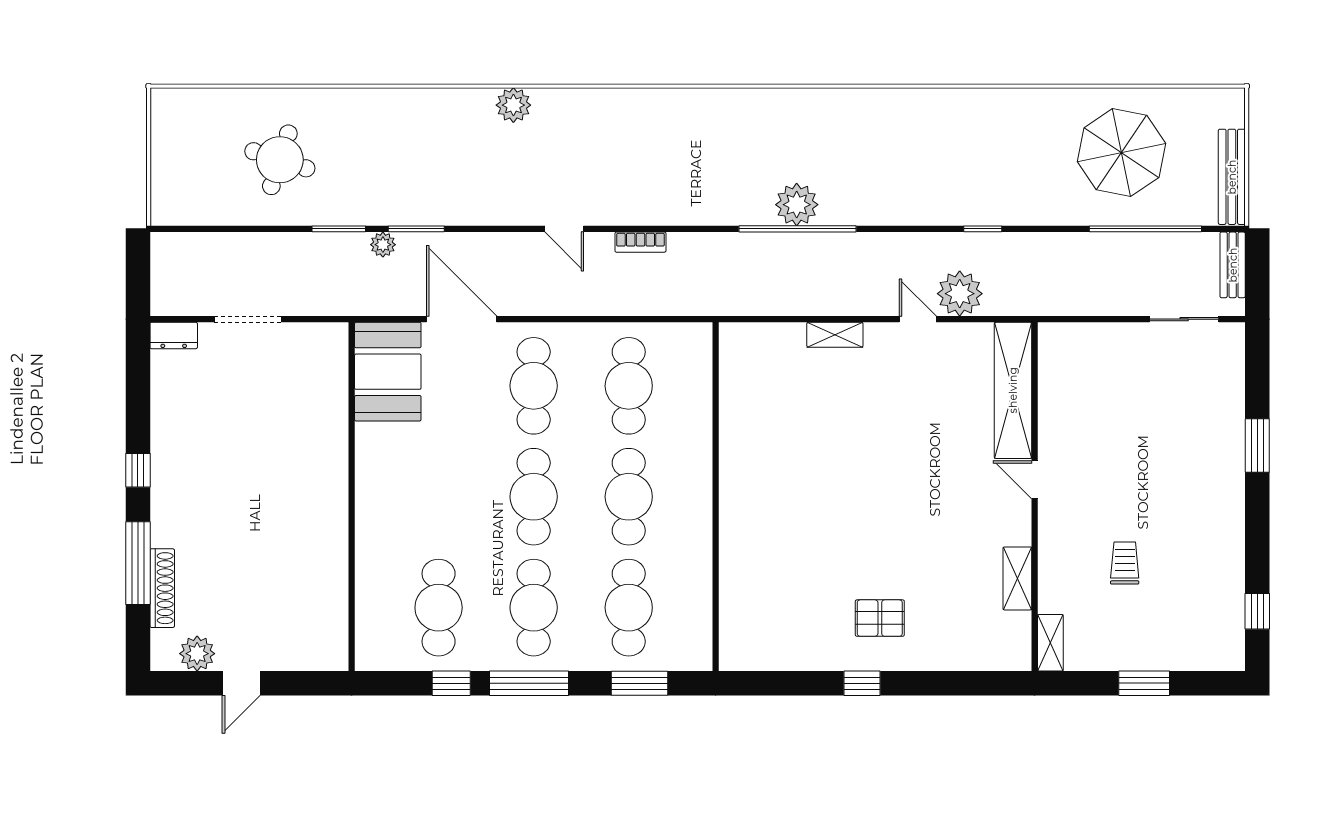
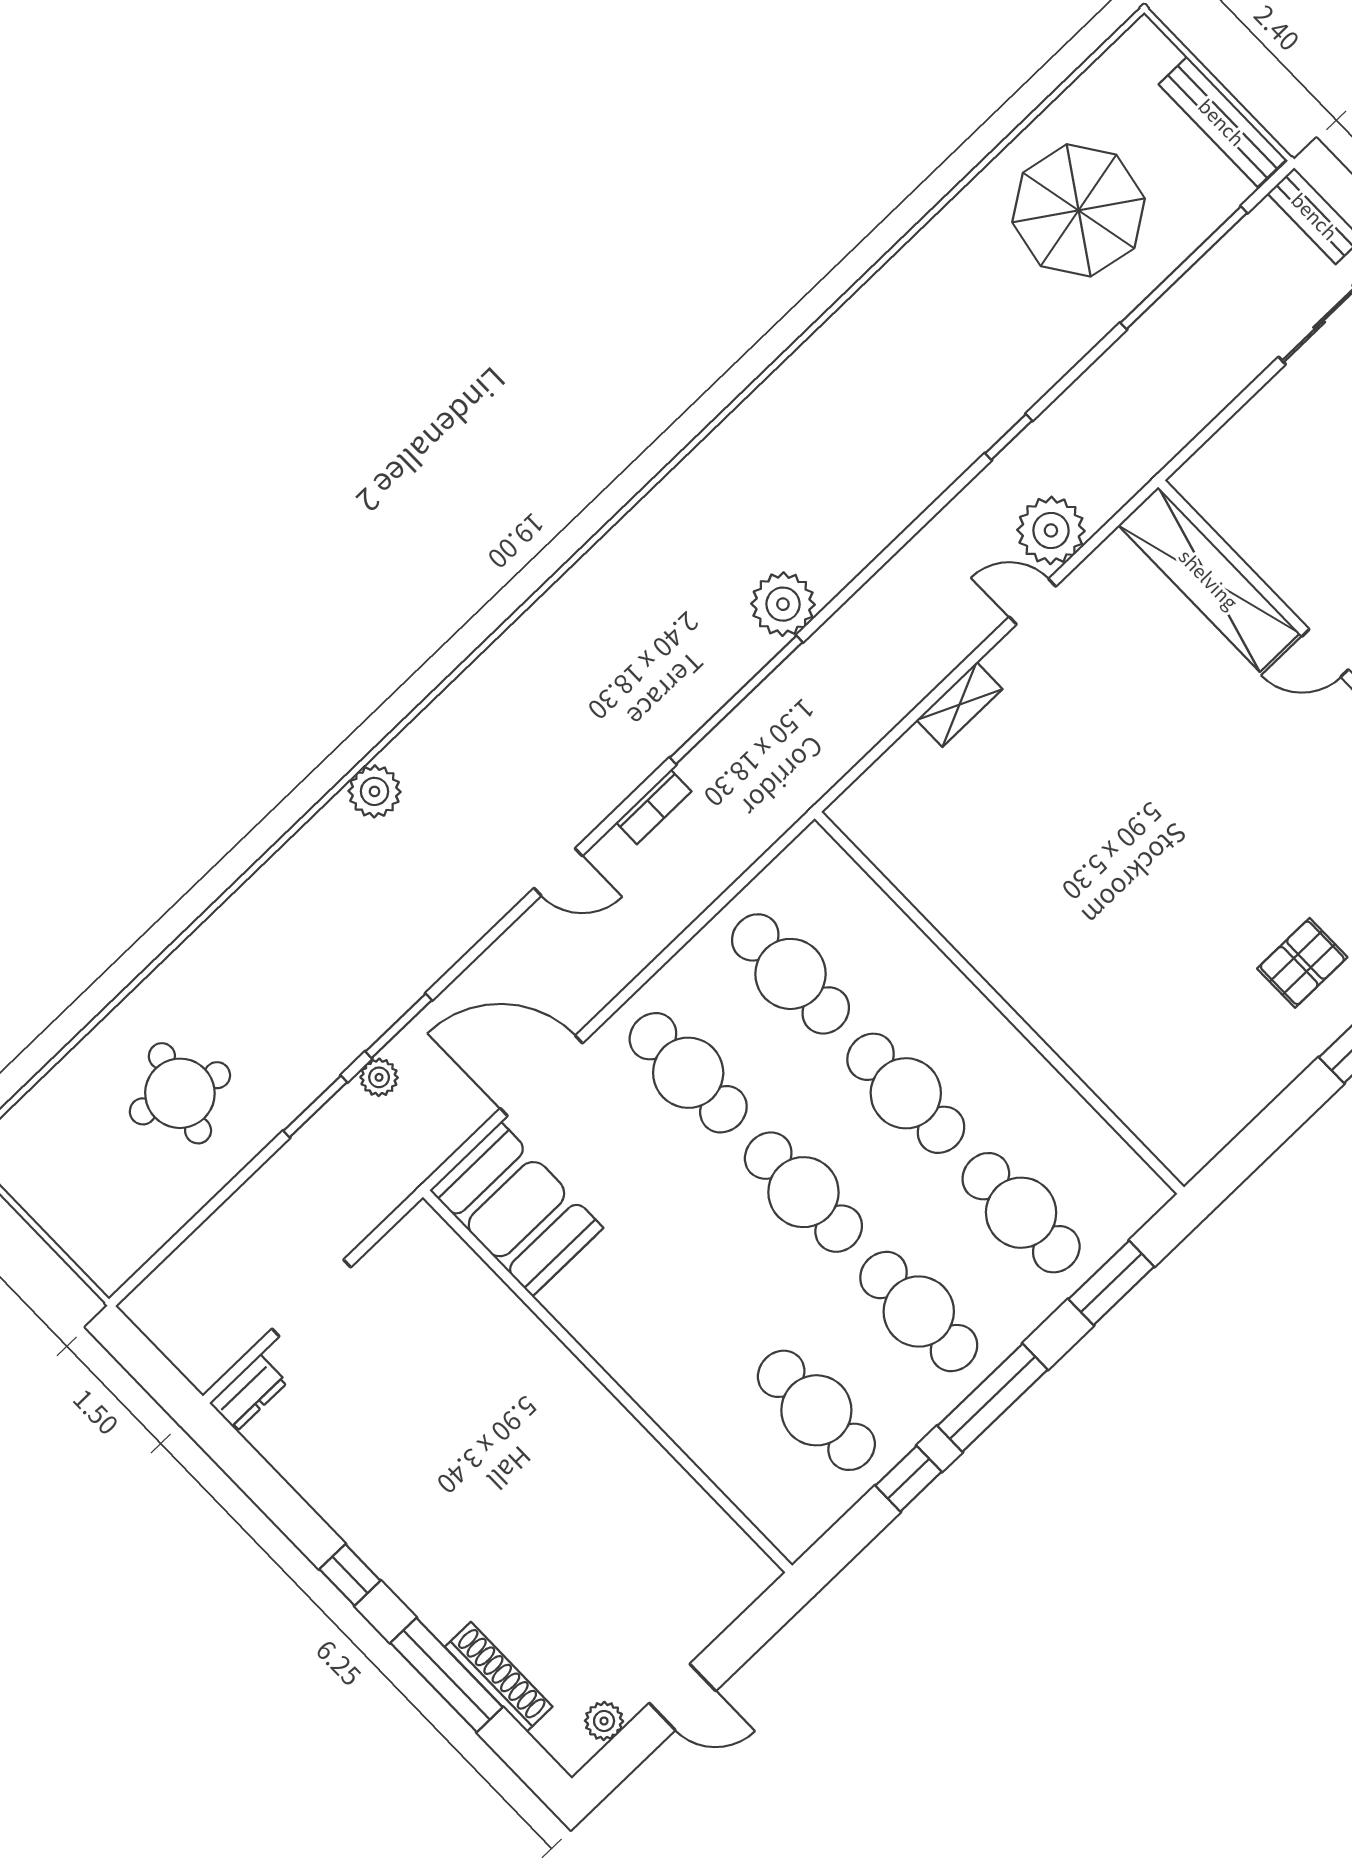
window: (797, 229) -> (736, 700), moved
plant: (197, 654) -> (604, 1721), width x0.73, depth x0.73
door: (241, 683) -> (683, 1697), hinge flipped

